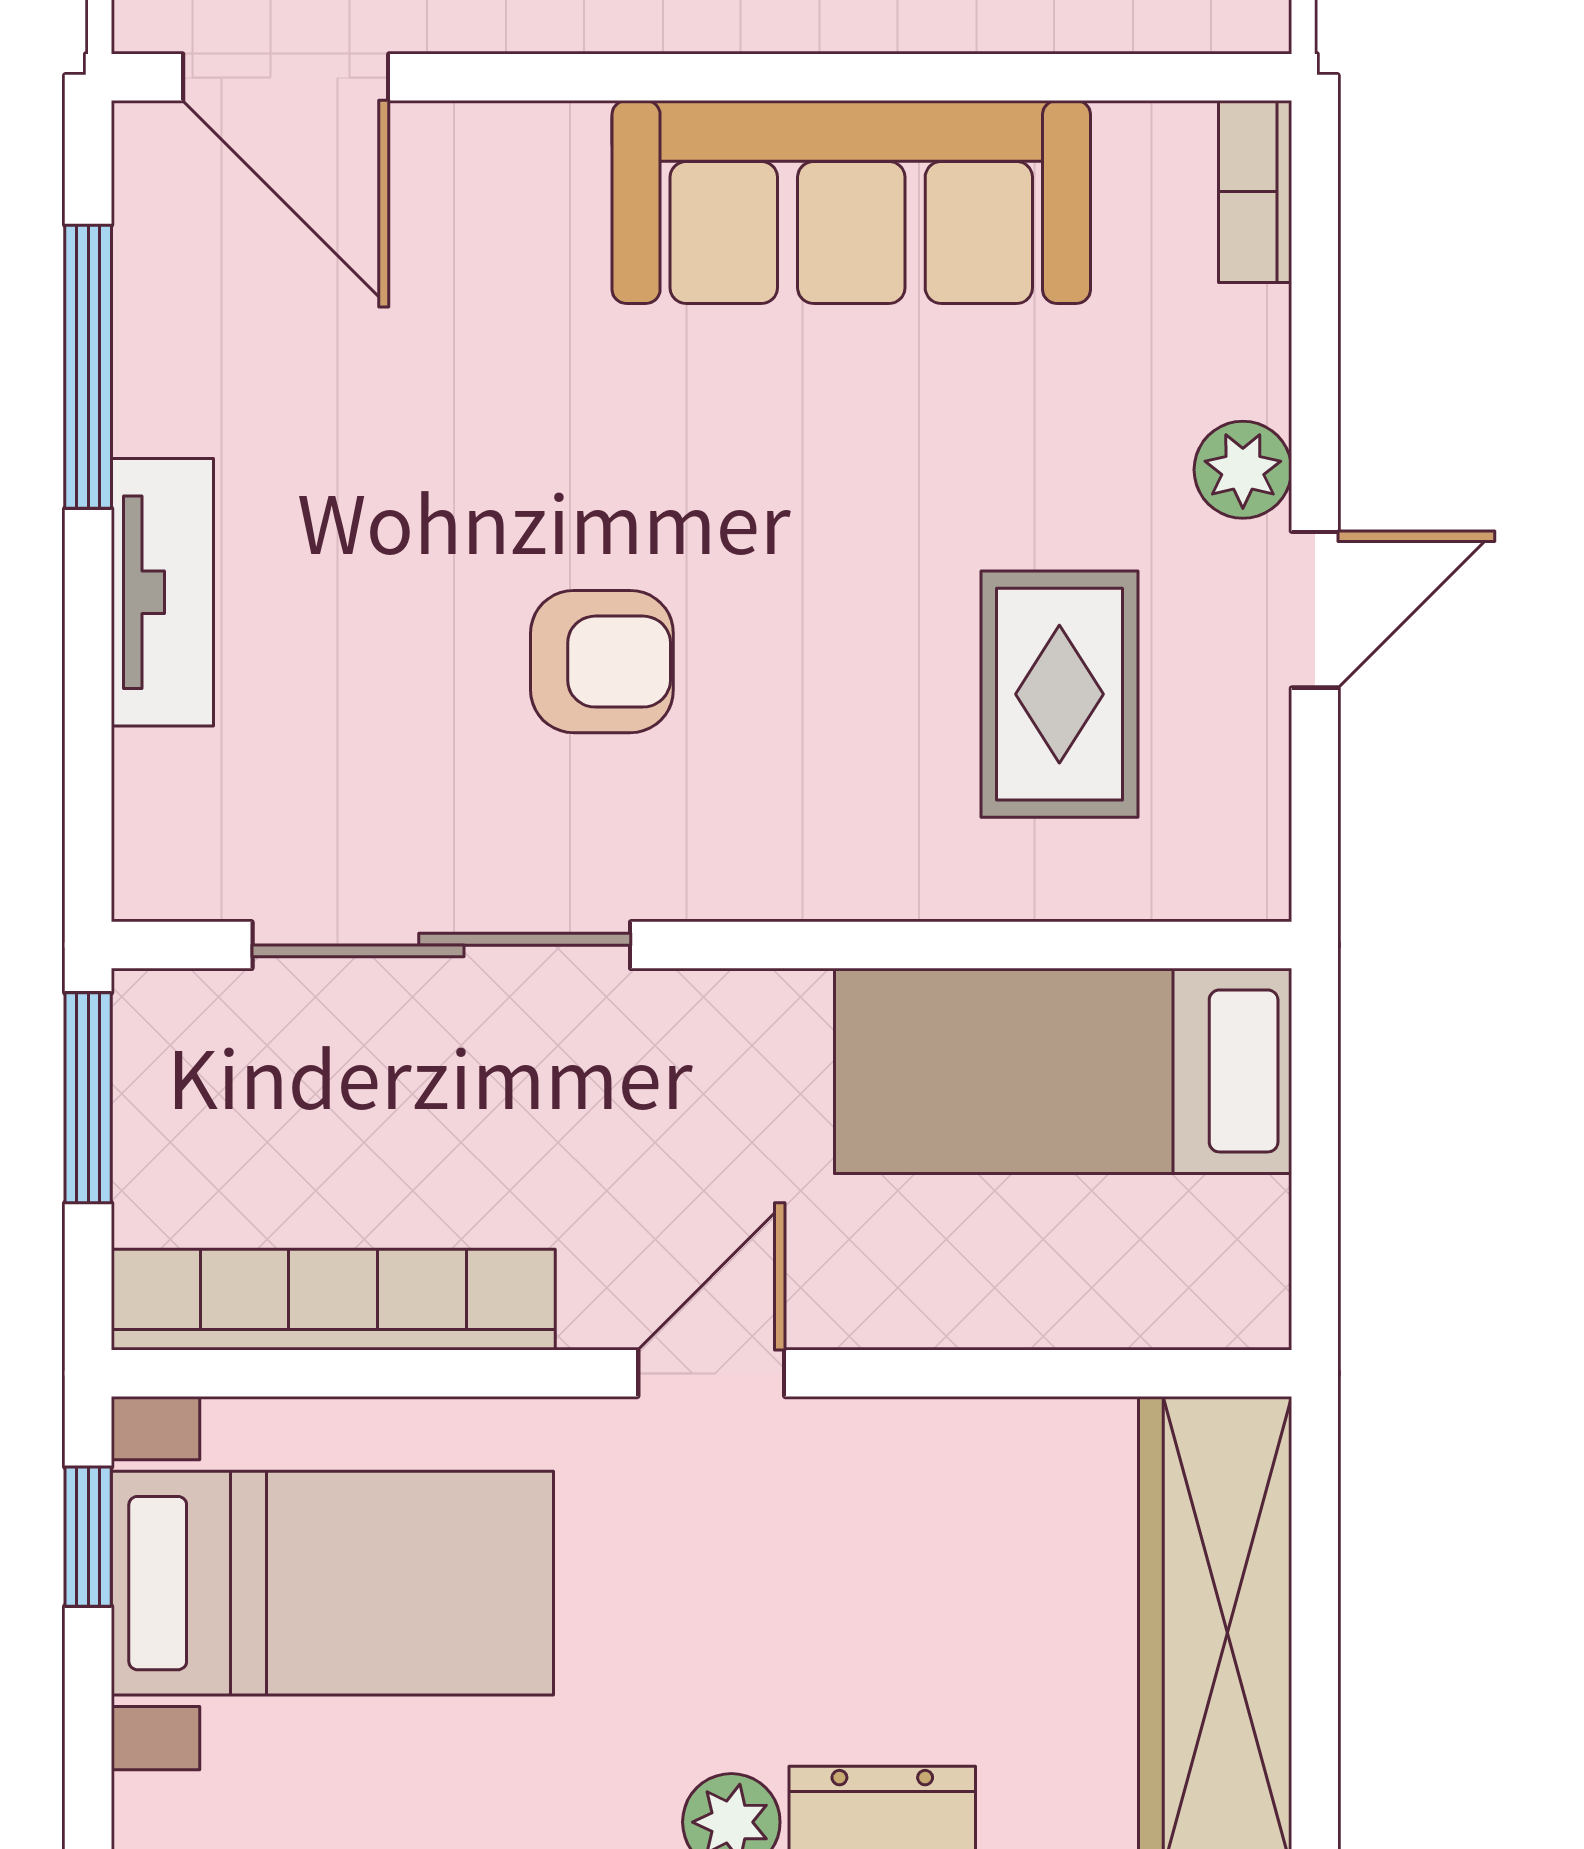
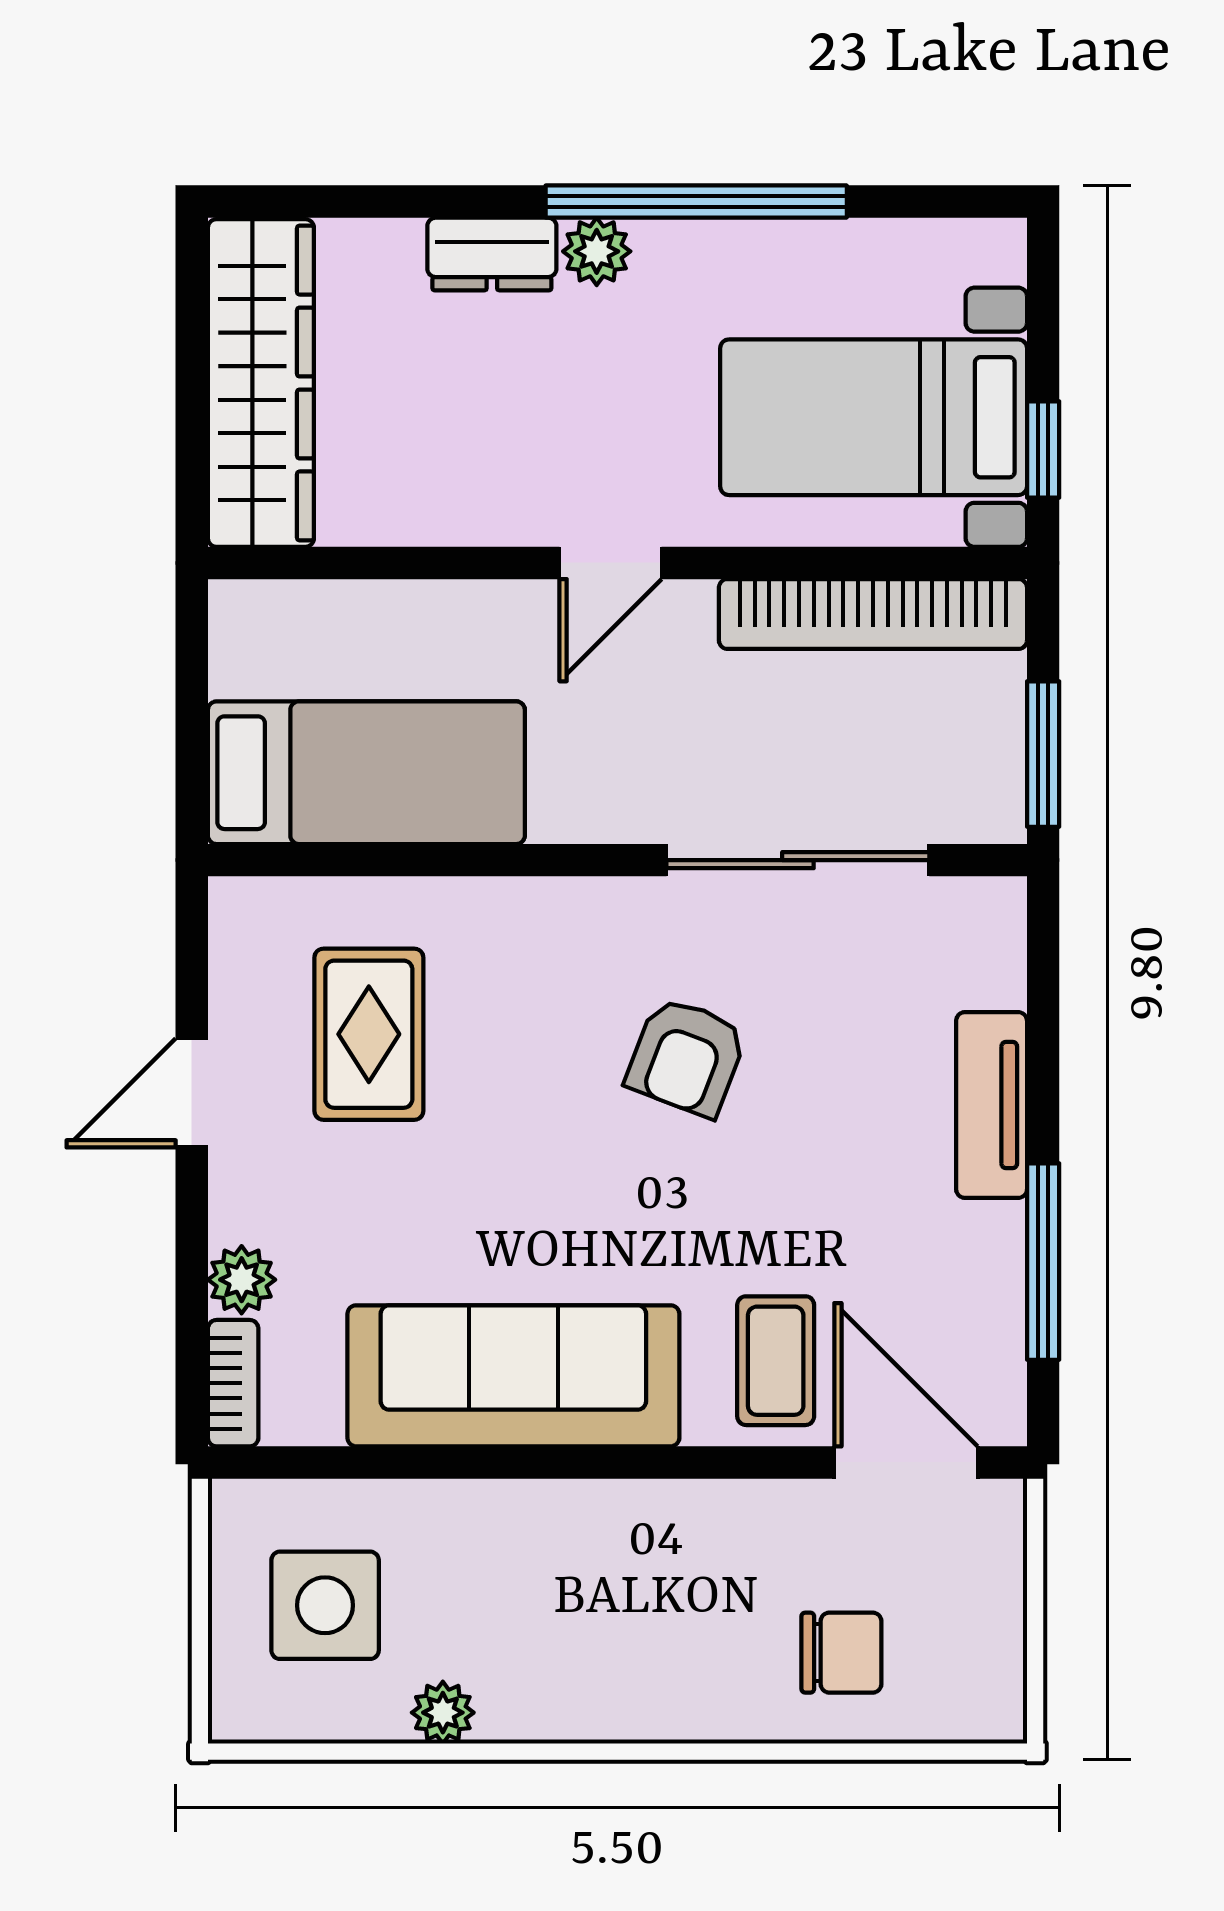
coffee table: (473, 224) -> (776, 1361), added
plant: (1243, 470) -> (242, 1280), moved
armchair: (602, 662) -> (686, 1057), turned -69

